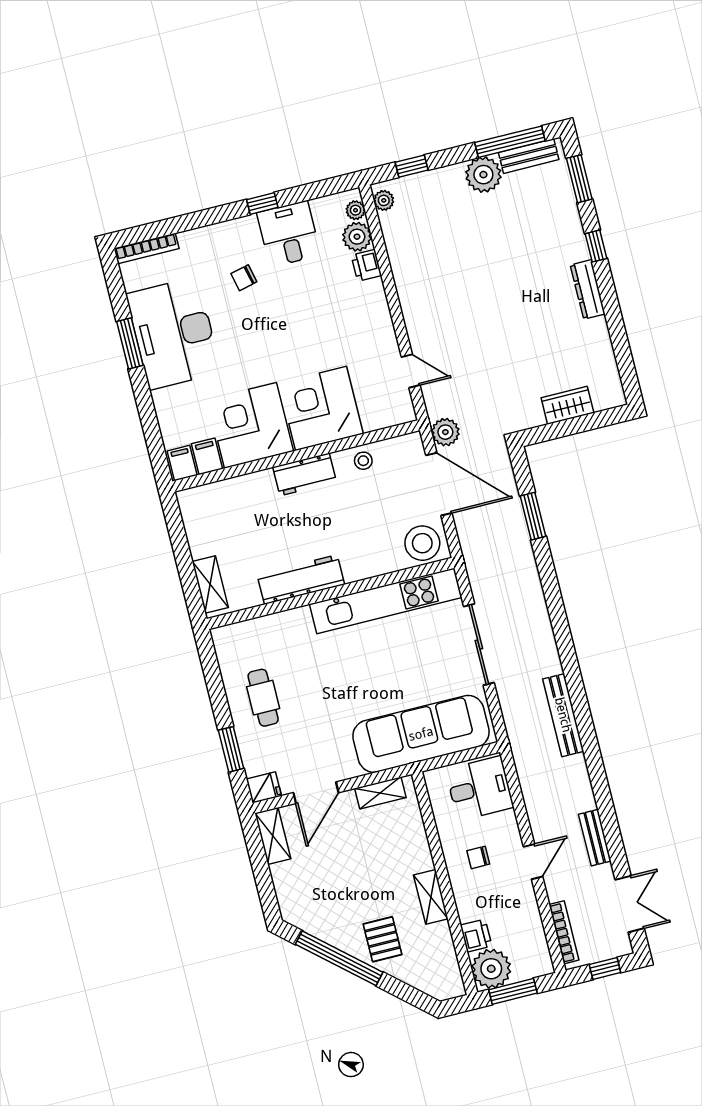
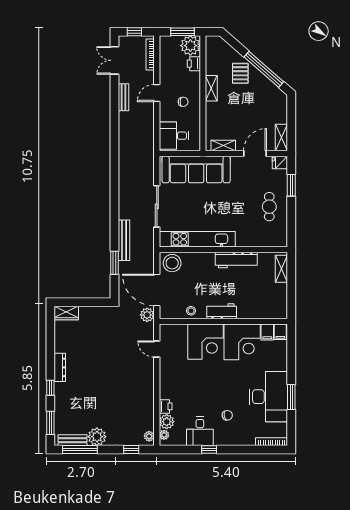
wardrobe: (567, 405) -> (66, 313), moved
bench: (563, 715) -> (124, 240), moved

